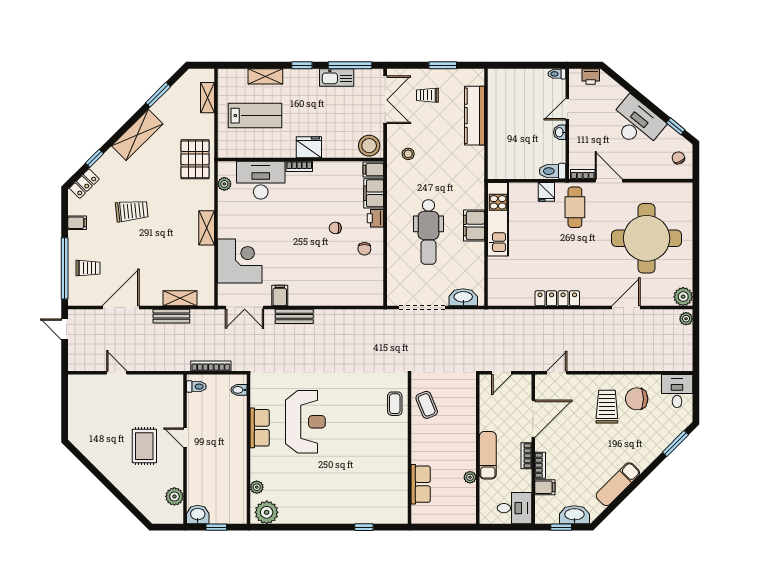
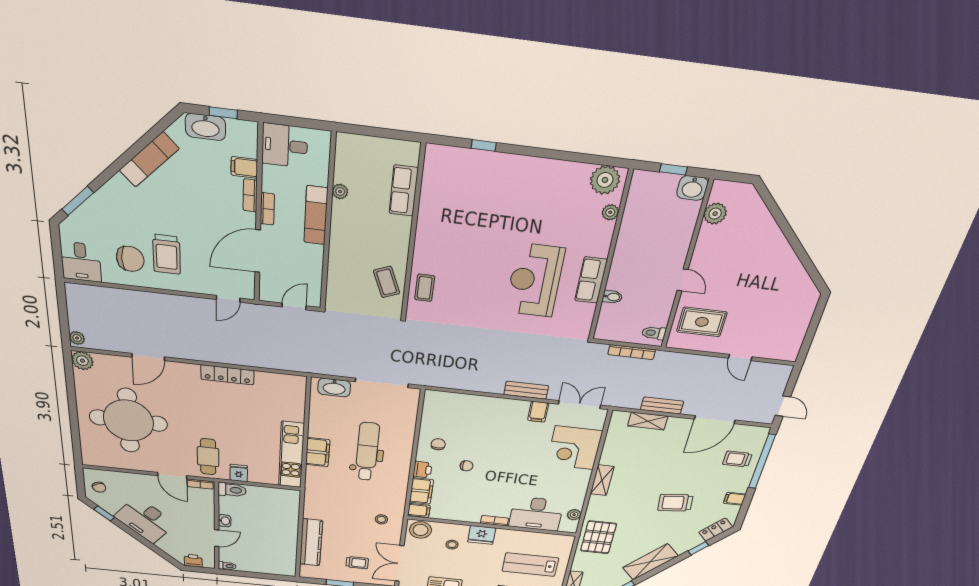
stool: (336, 131) -> (452, 545), added
bidet: (239, 390) -> (612, 297), moved
rug: (144, 446) -> (702, 322), moved, turned 90

